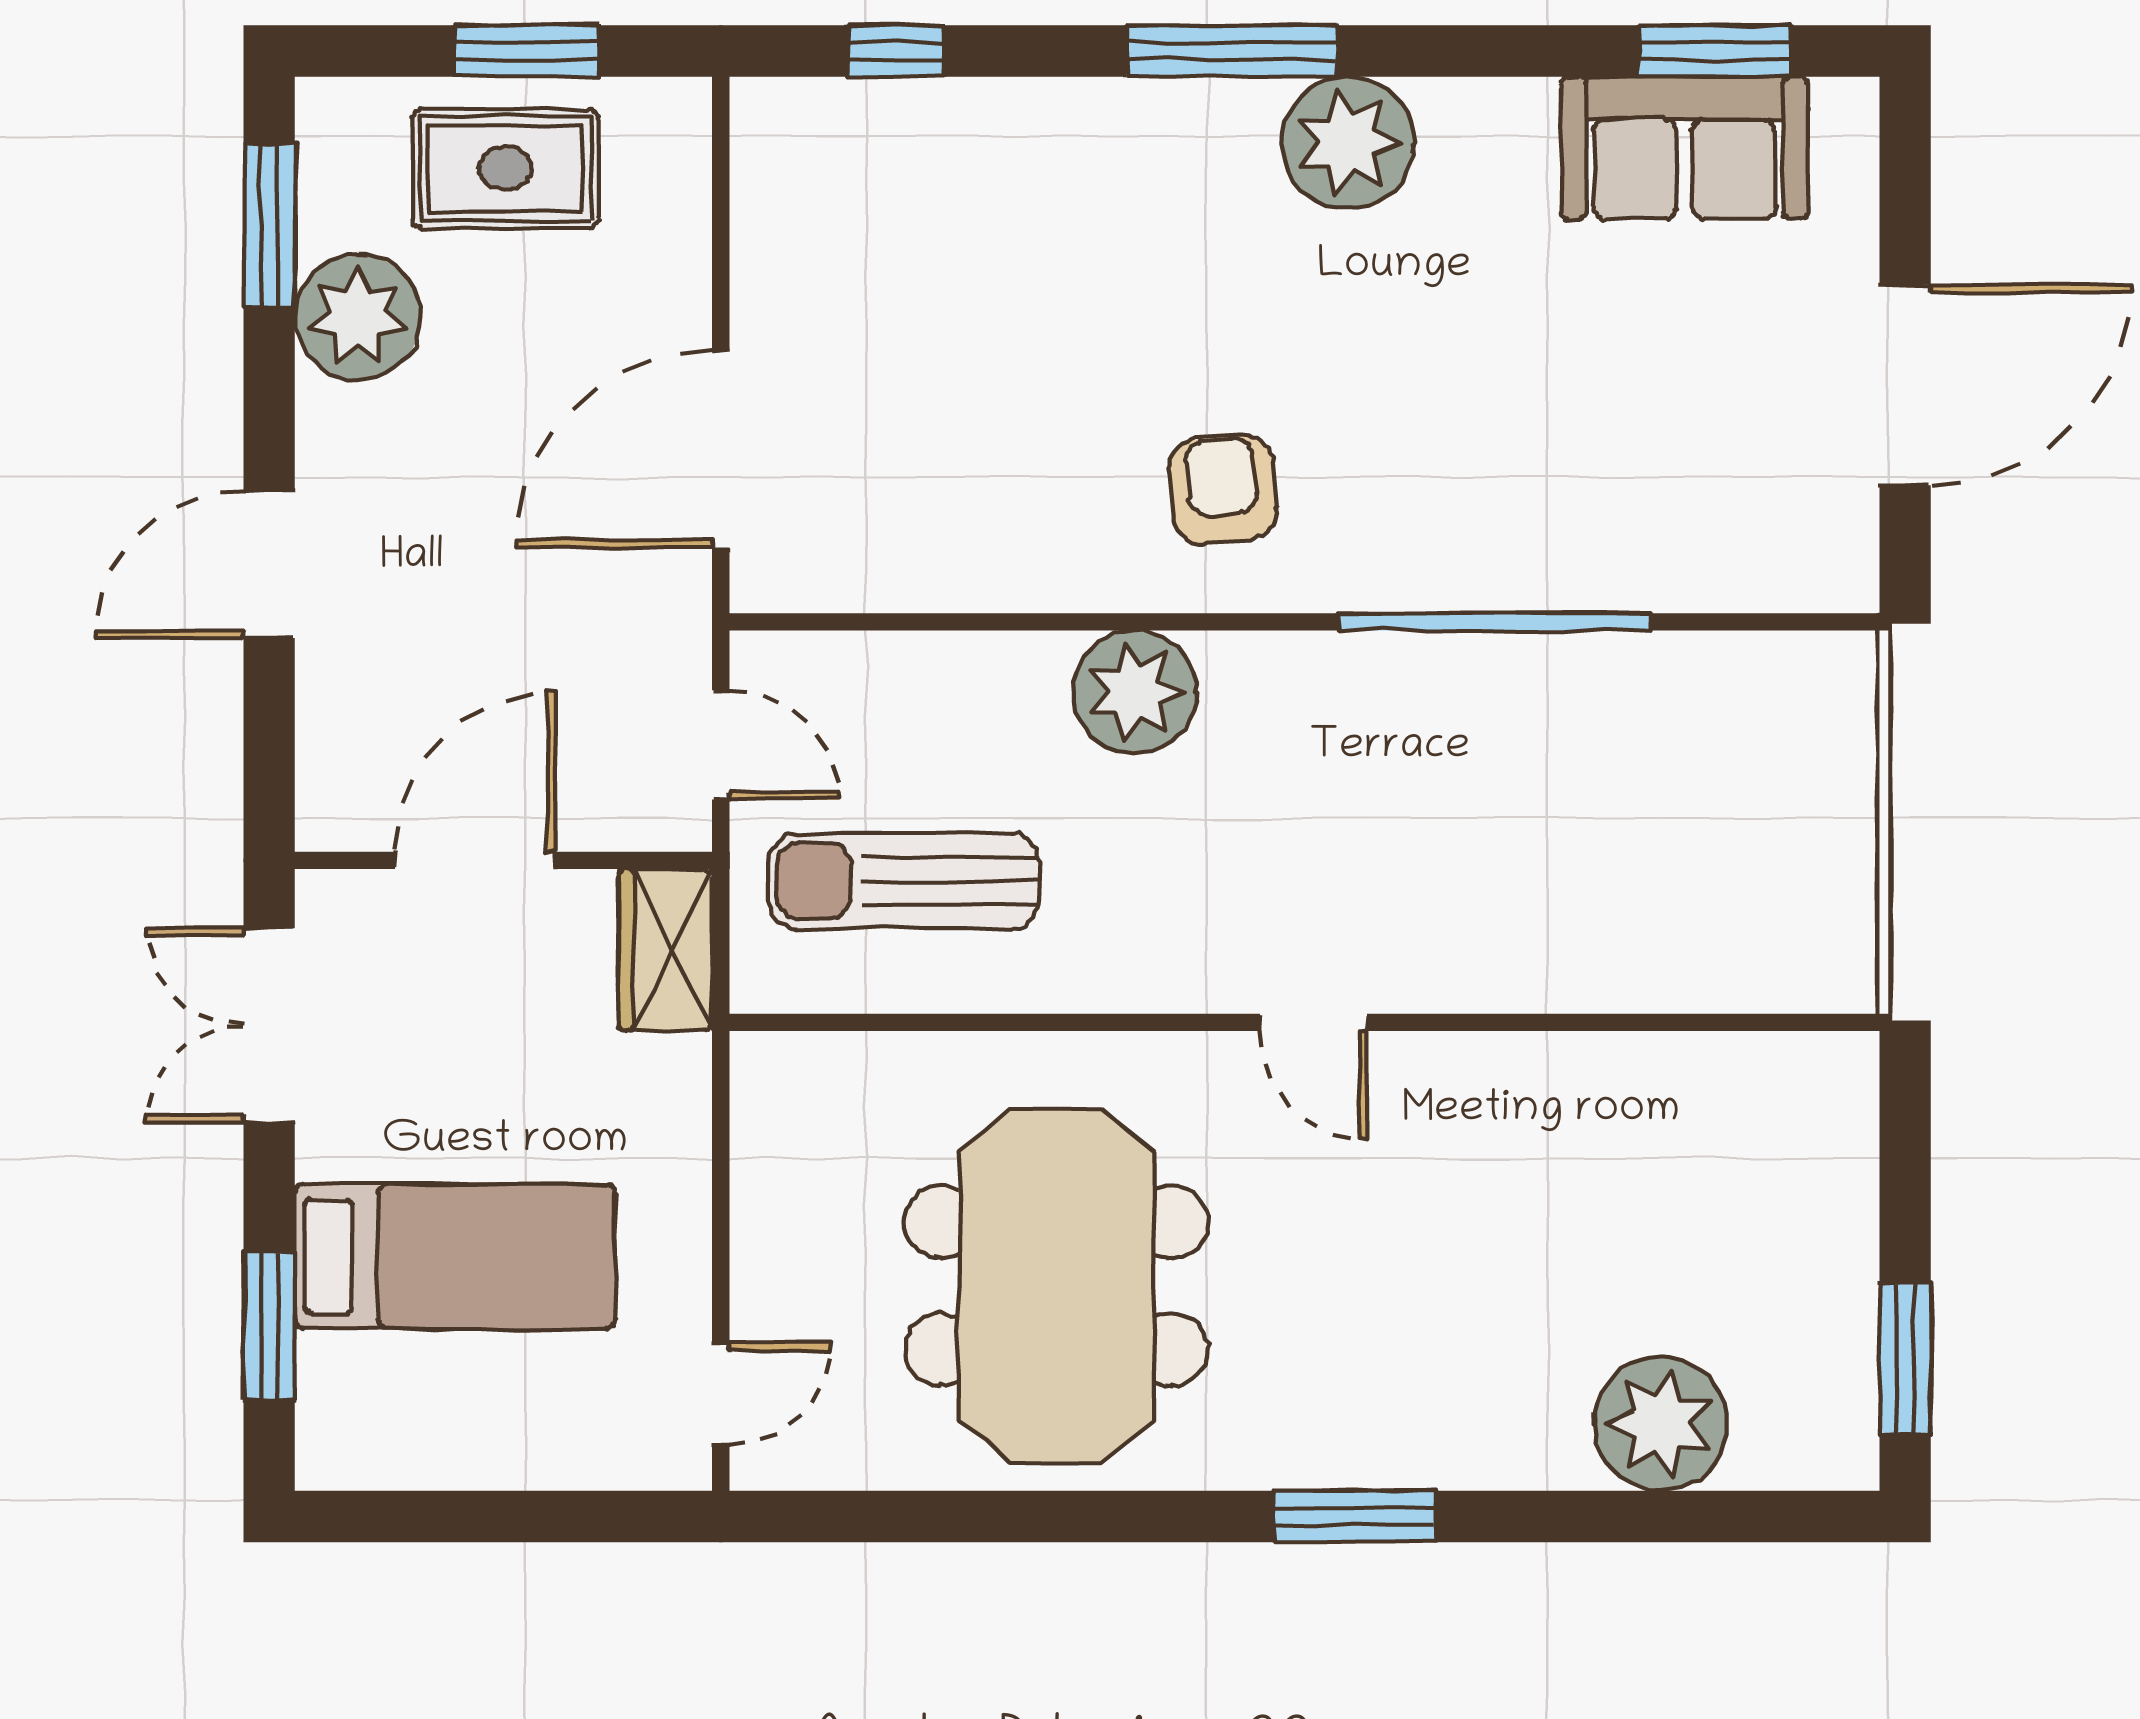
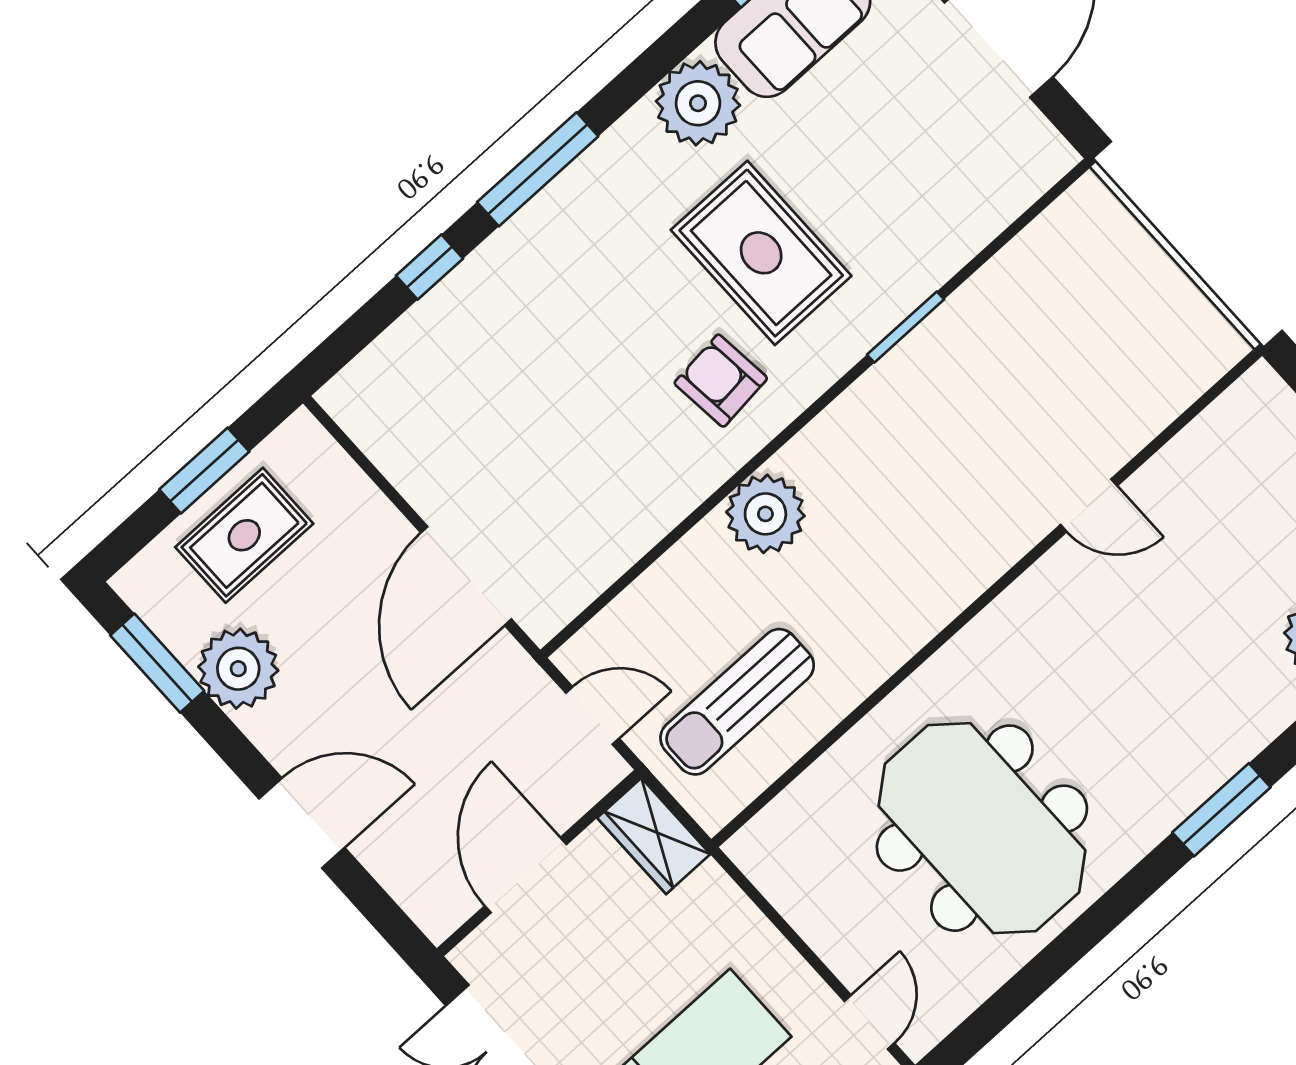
window: (896, 51) -> (429, 267), moved
plant: (1348, 143) -> (698, 103), moved
rug: (1404, 383) -> (761, 253), added
door: (269, 564) -> (302, 823), swing flipped
window: (1494, 622) -> (906, 327), width x0.47
door: (1314, 1022) -> (1089, 505), moved

